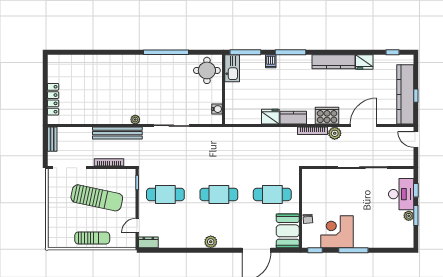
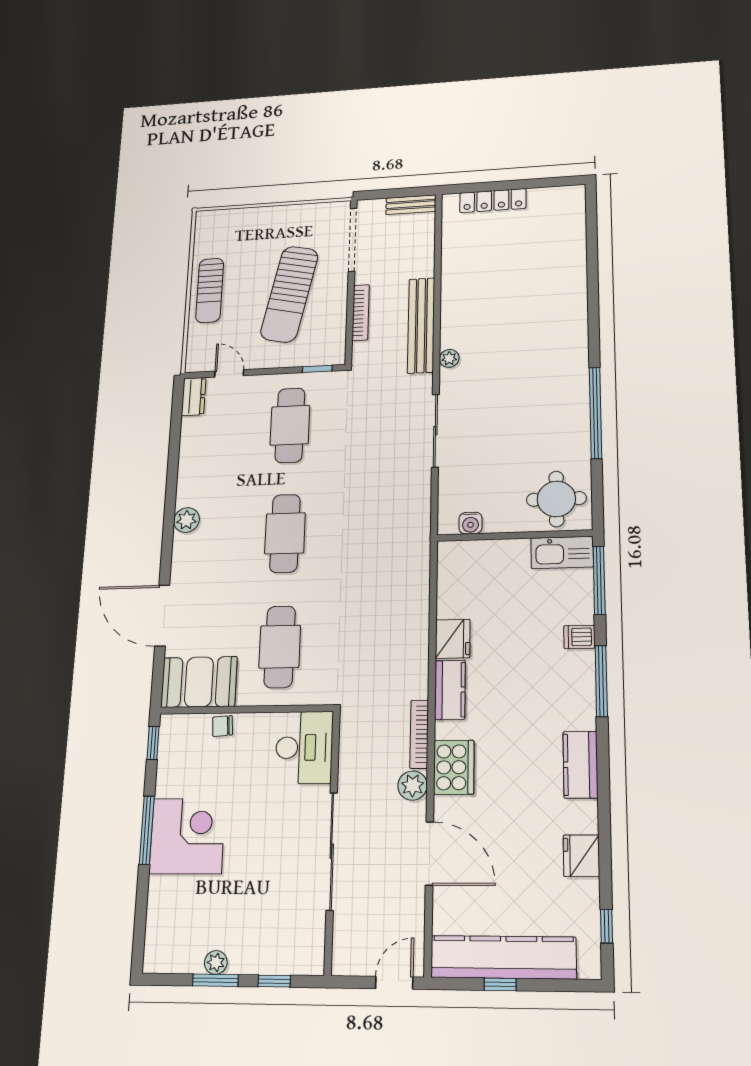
kitchen counter: (333, 62) -> (581, 765), width x0.67
desk: (401, 194) -> (304, 748), moved, turned -90
corner desk: (337, 232) -> (187, 836), moved

